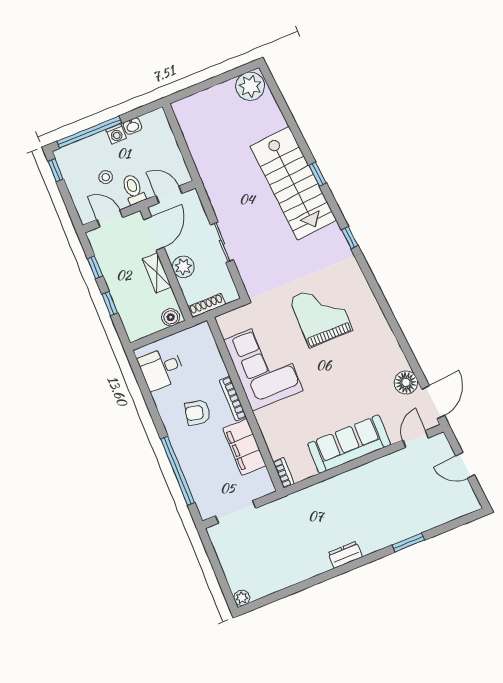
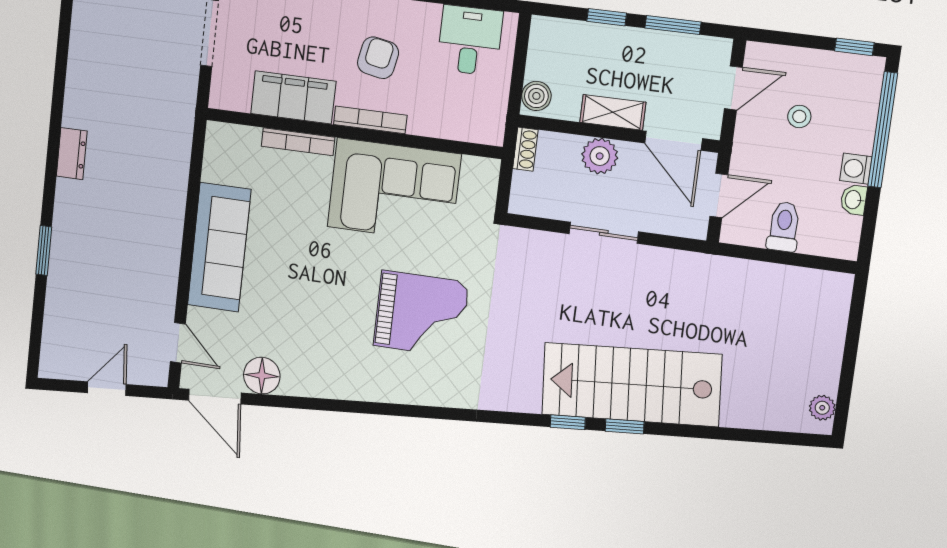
plant: (250, 86) -> (822, 408), width x0.53, depth x0.53
toilet: (133, 189) -> (784, 227), moved, turned -90
window: (350, 237) -> (568, 422), moved
window: (95, 267) -> (673, 25), width x1.50
shoe rack: (207, 306) -> (525, 149), width x0.70
bookcase: (283, 473) -> (298, 142), moved, width x1.56

